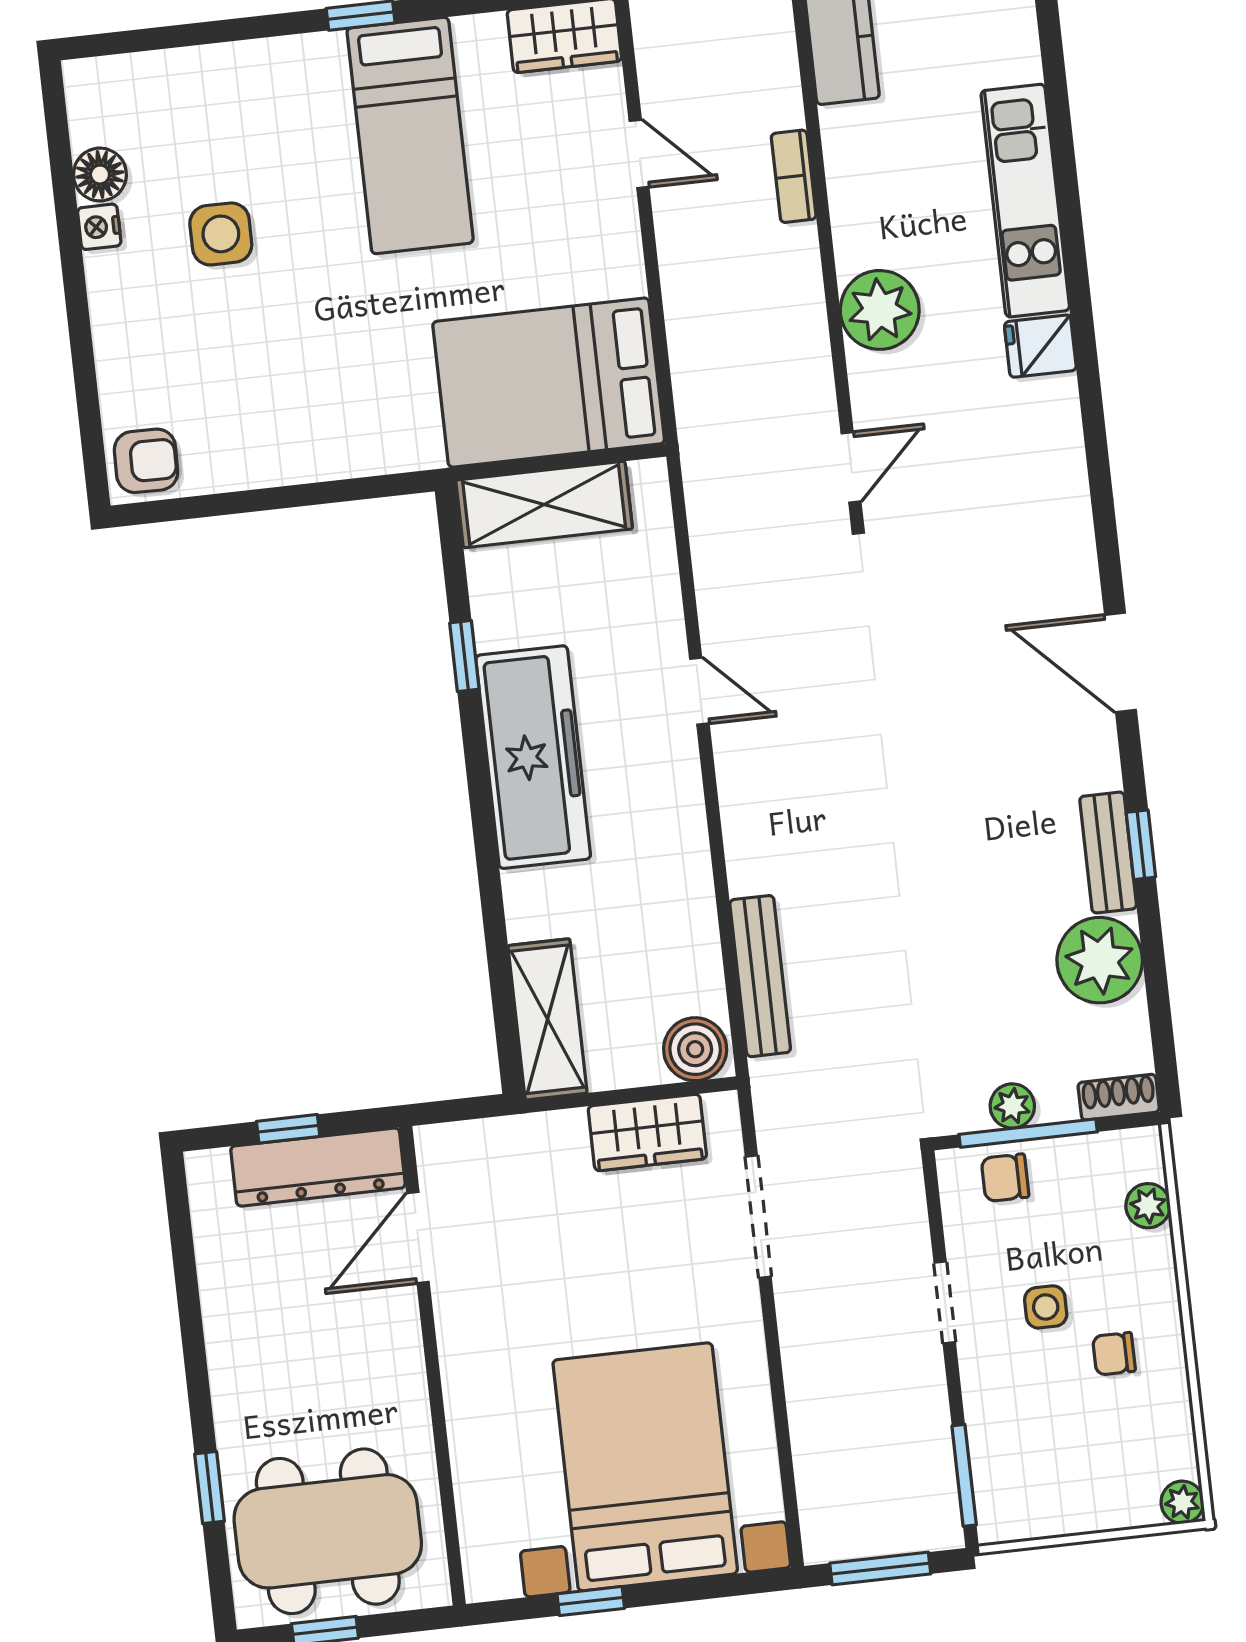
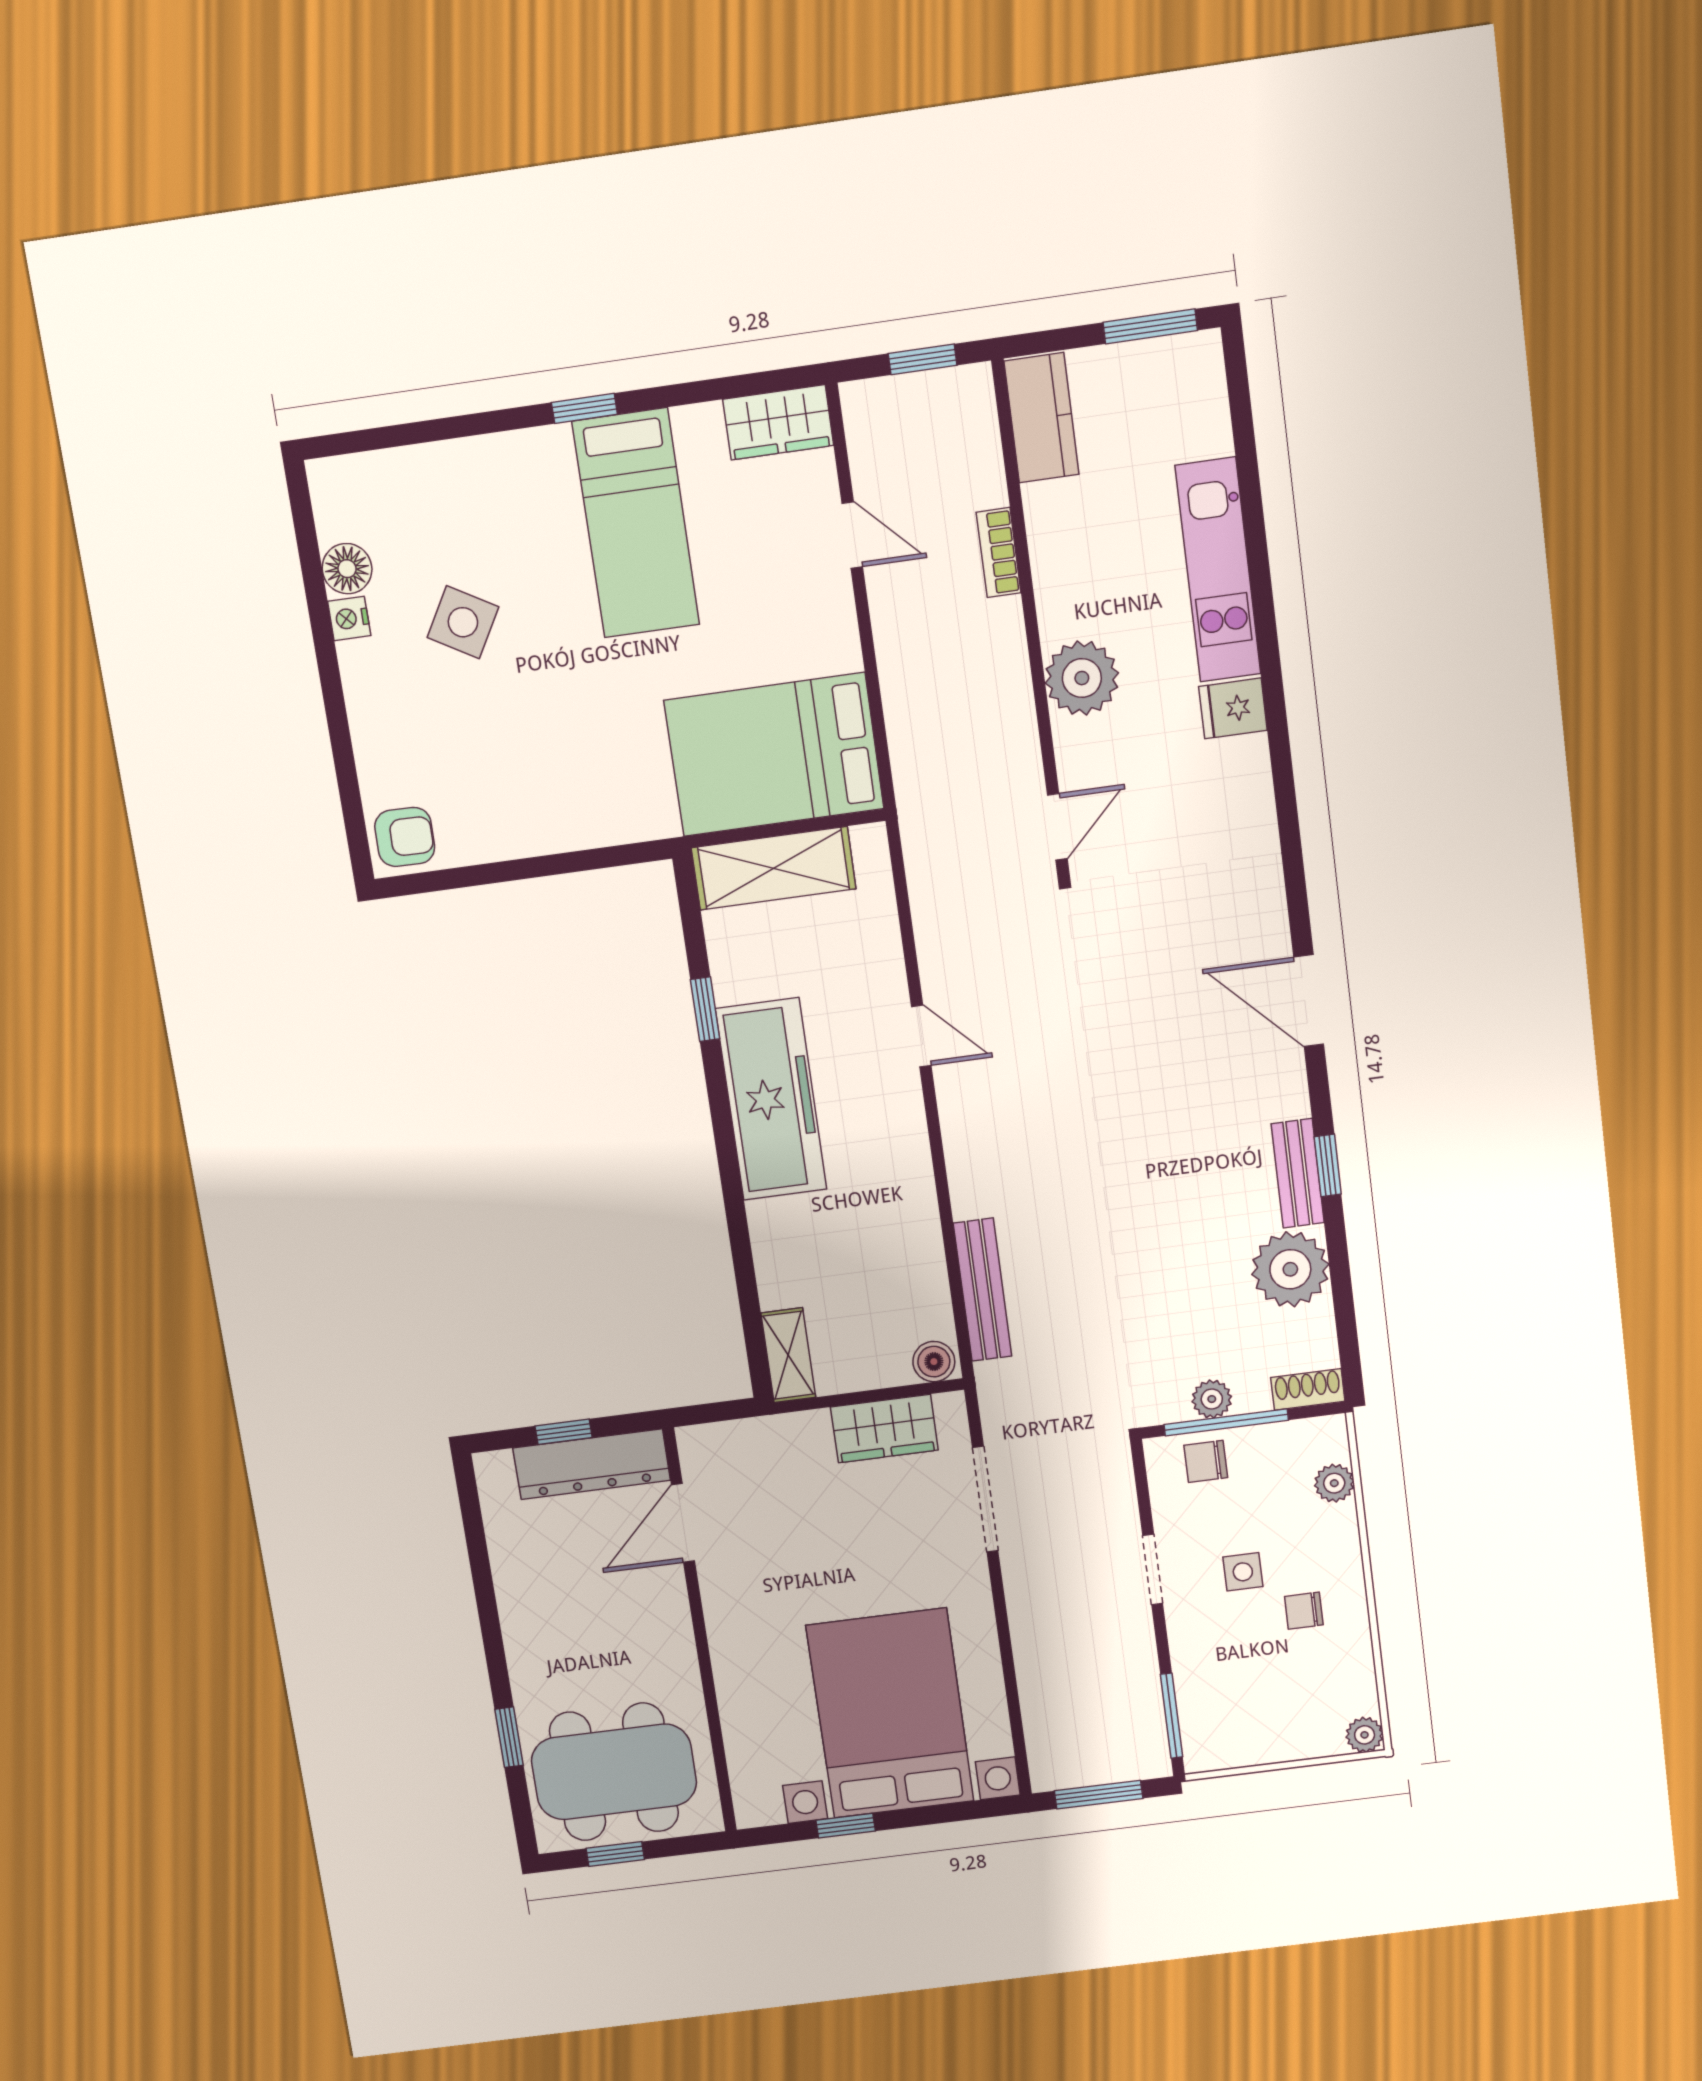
side table: (221, 234) -> (463, 622), turned 30
shelving: (547, 1019) -> (788, 1355), width x0.67, depth x0.75
boiler: (695, 1049) -> (934, 1362), width x0.73, depth x0.73

